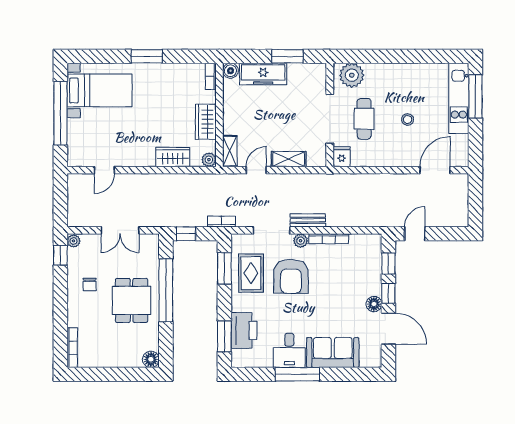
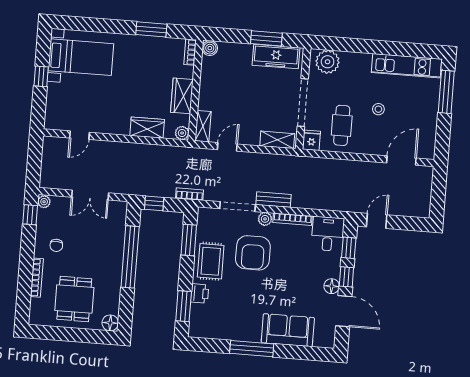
window: (147, 56) -> (151, 29), moved
freezer: (263, 74) -> (276, 56), moved
kitchen unit: (459, 98) -> (406, 66), moved, turned -90
window: (60, 113) -> (41, 76), width x0.32
cafe table: (364, 119) -> (342, 125), moved
shelving: (289, 159) -> (277, 140), moved
rug: (251, 273) -> (211, 261), moved
dining table: (132, 300) -> (74, 299), moved
printer: (244, 330) -> (200, 293), width x0.53, depth x0.68
bookcase: (72, 348) -> (37, 278), moved
desk: (289, 350) -> (328, 234), moved, turned 180

